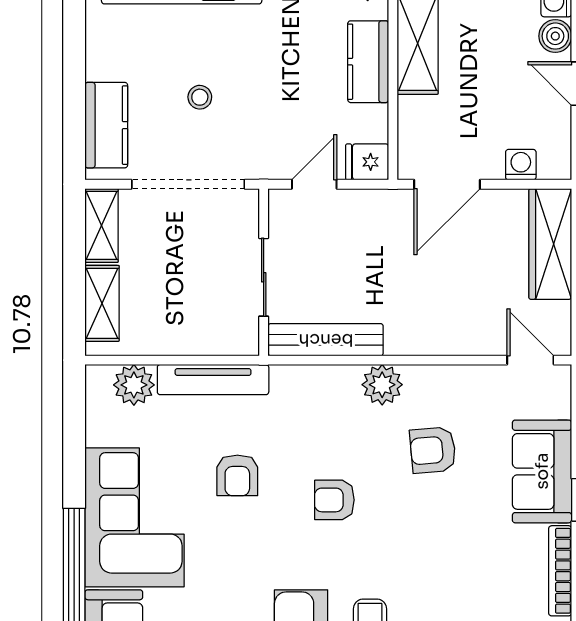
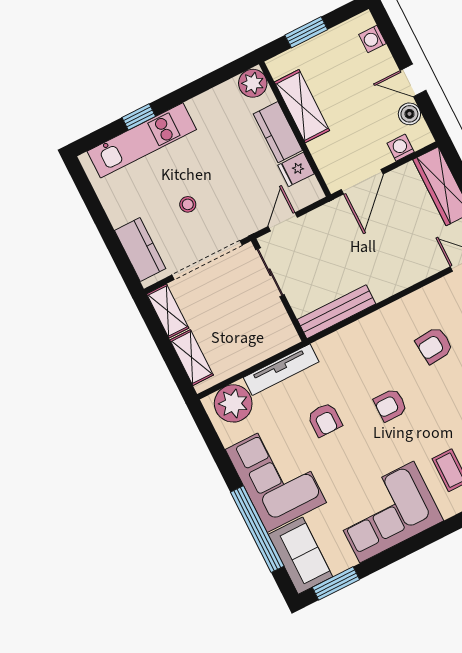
boiler: (555, 36) -> (409, 114), moved
fridge: (367, 162) -> (296, 169), moved
sliding door: (264, 277) -> (270, 272), moved
plant: (134, 385) -> (233, 403), width x1.36, depth x1.36
plant: (382, 385) -> (384, 322), removed

